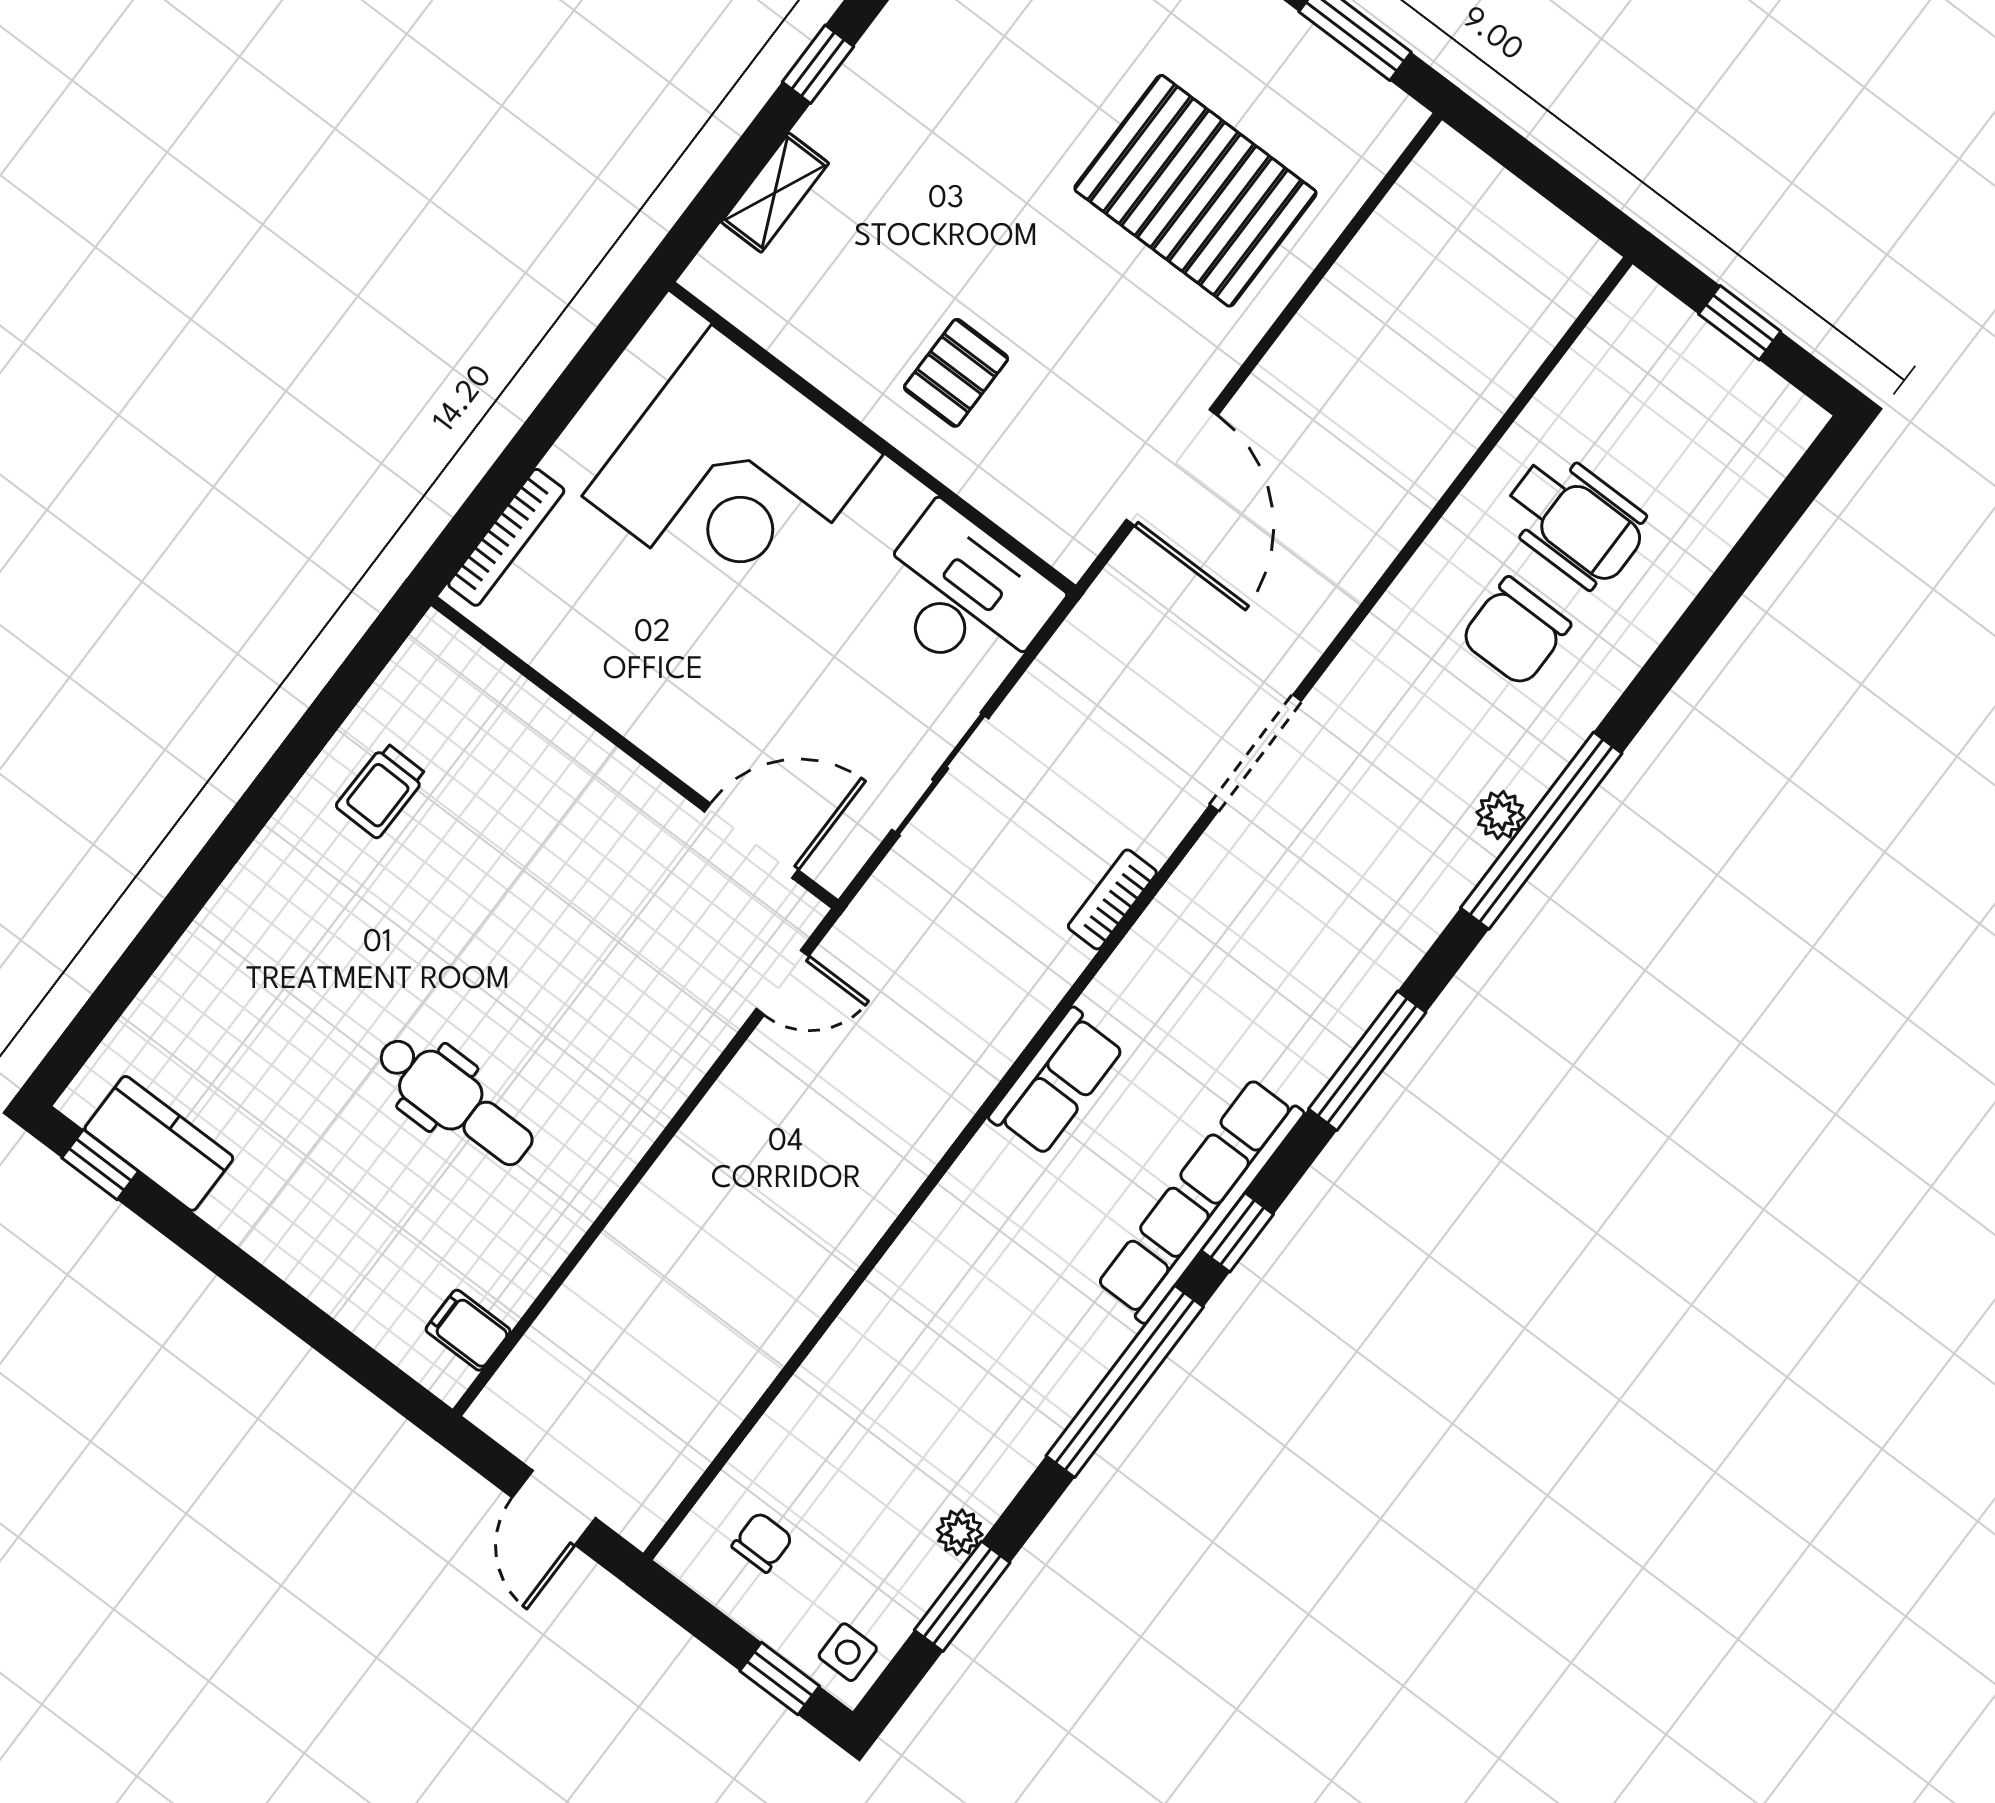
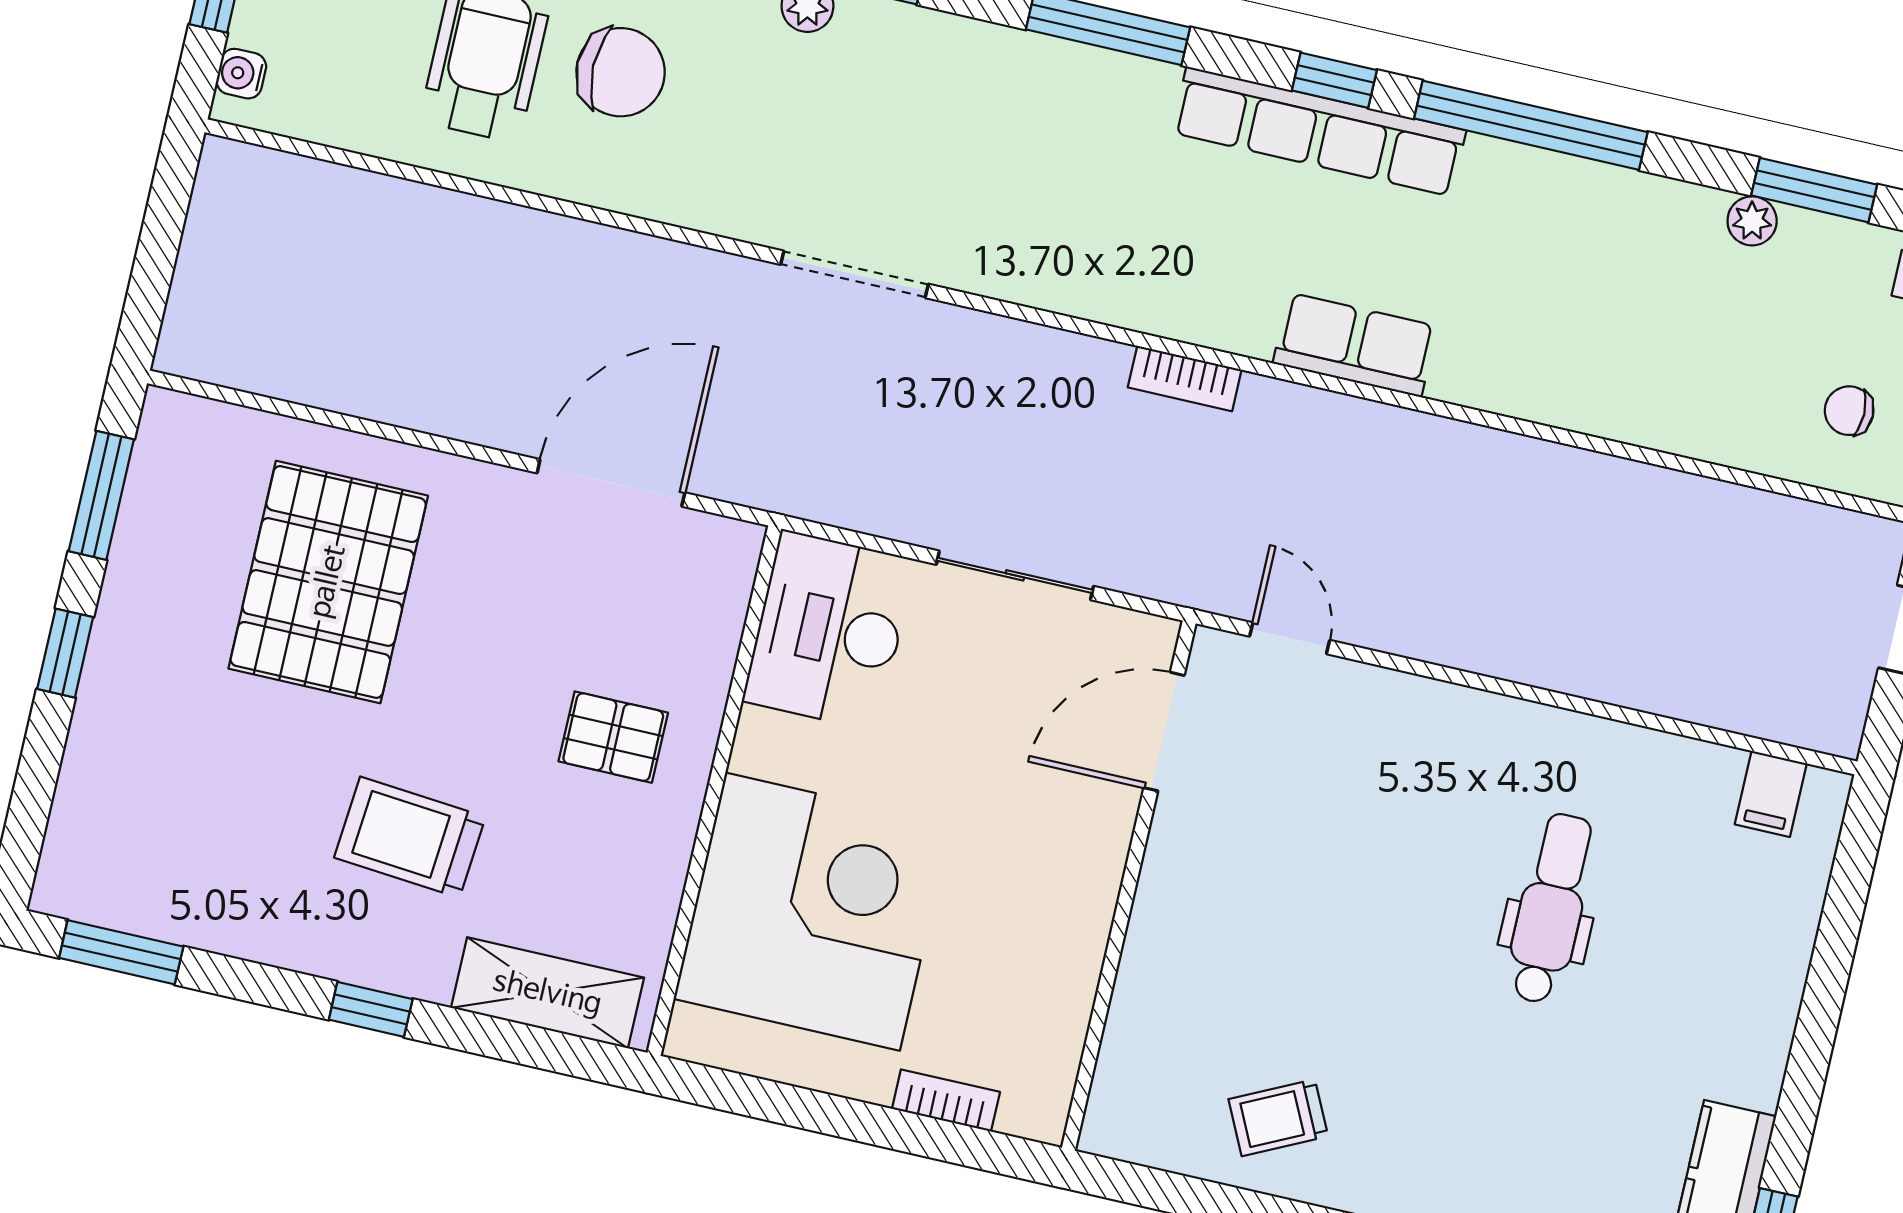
trolley: (949, 163) -> (410, 837), added
shelving: (775, 193) -> (547, 993), width x1.50, depth x1.33
water cooler: (1658, 311) -> (241, 74), added
bookcase: (506, 537) -> (946, 1100), width x0.64
trolley: (381, 791) -> (1278, 1118), turned 153
door: (751, 841) -> (1164, 732), hinge flipped
bookcase: (1112, 899) -> (1185, 379), moved
row of seats: (1057, 1082) -> (1355, 345), moved

